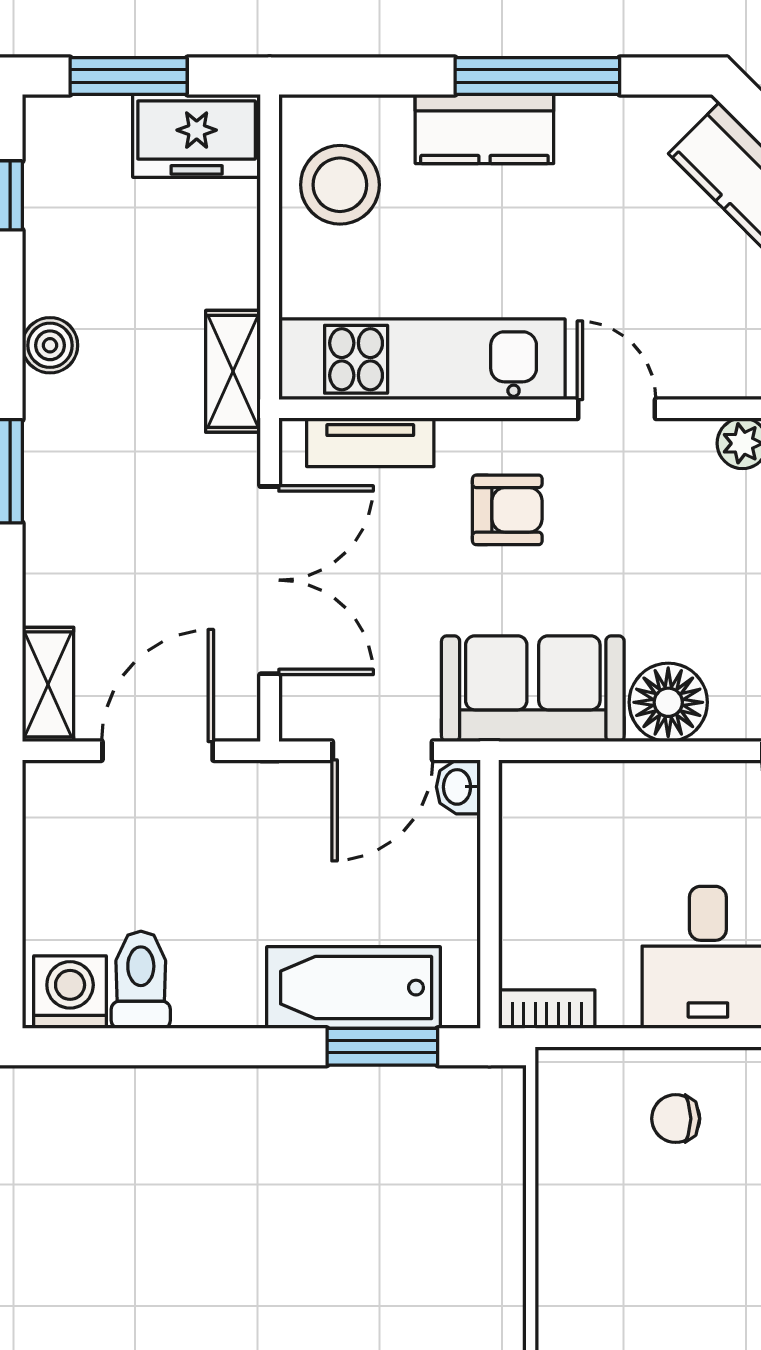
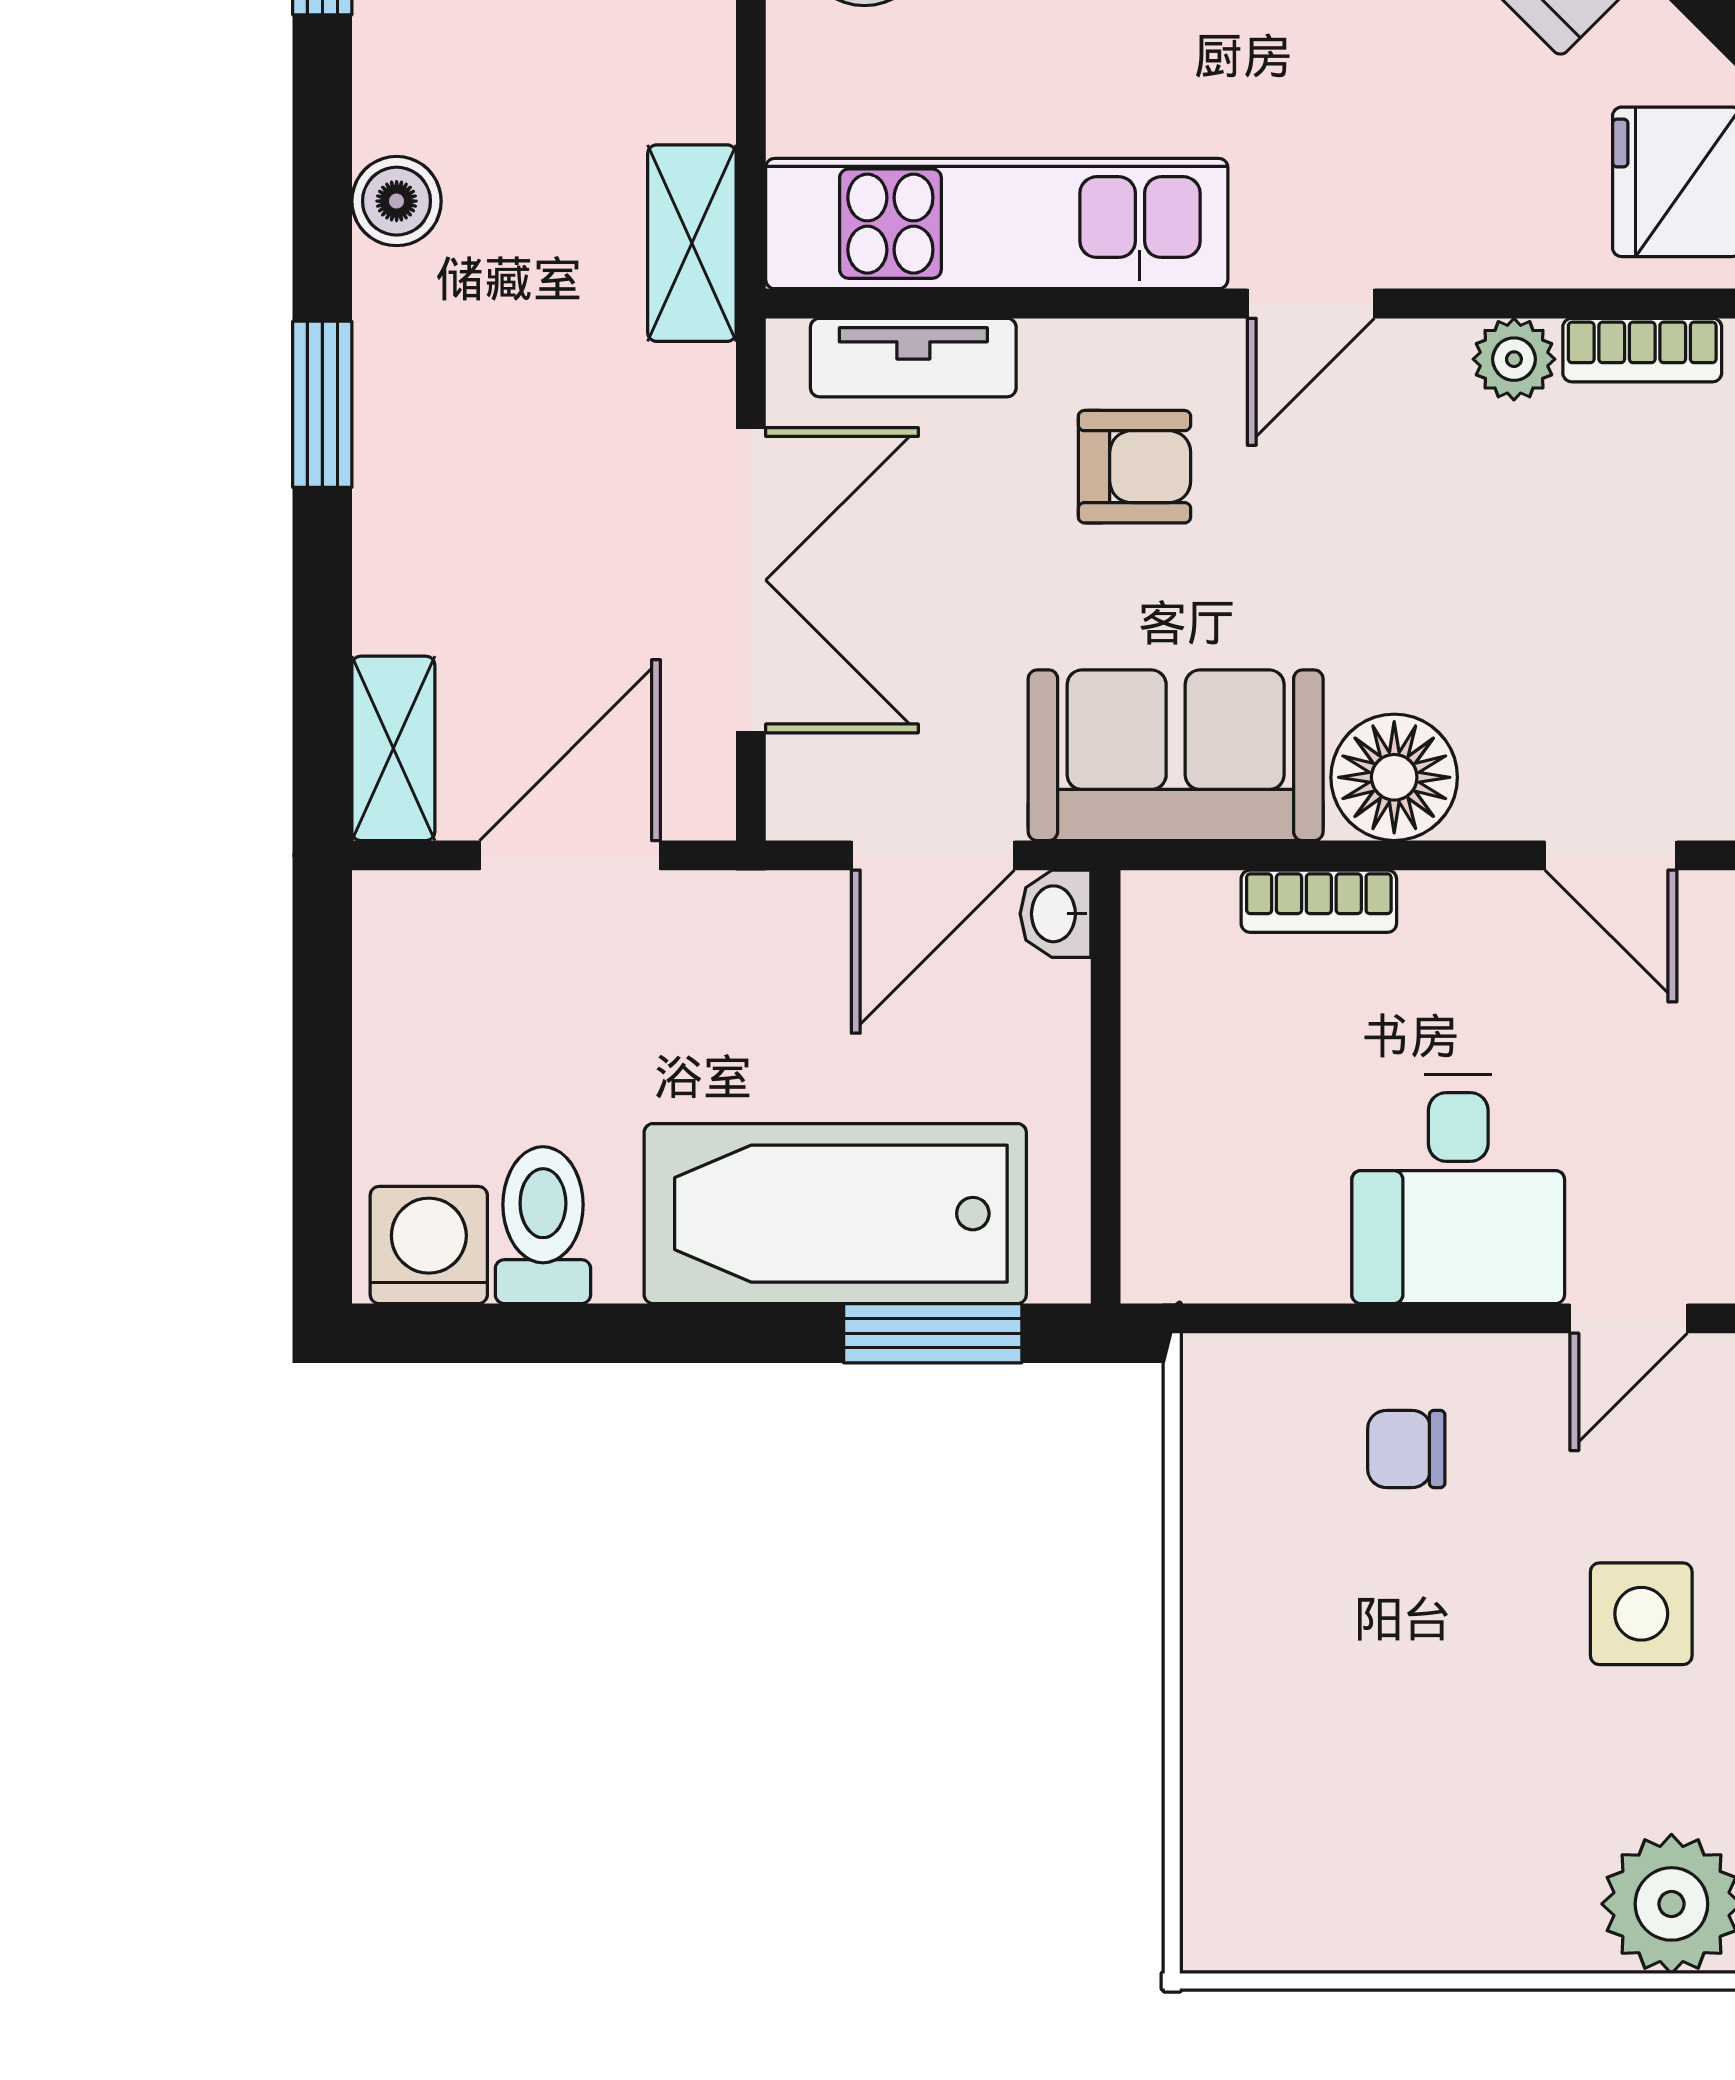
door: (617, 409) -> (1311, 303), swing flipped
bathtub: (353, 988) -> (835, 1214), width x1.36, depth x1.36
bookcase: (547, 1009) -> (1319, 901), moved, turned 180

